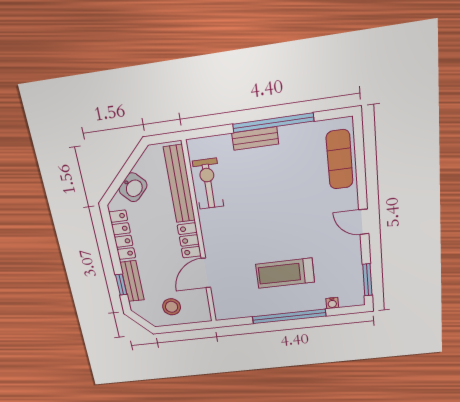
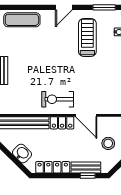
exercise bike: (208, 184) -> (58, 99), moved
treadmill: (285, 273) -> (87, 37), moved, turned 180

